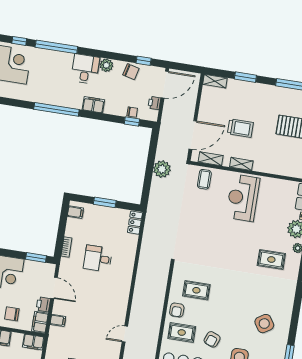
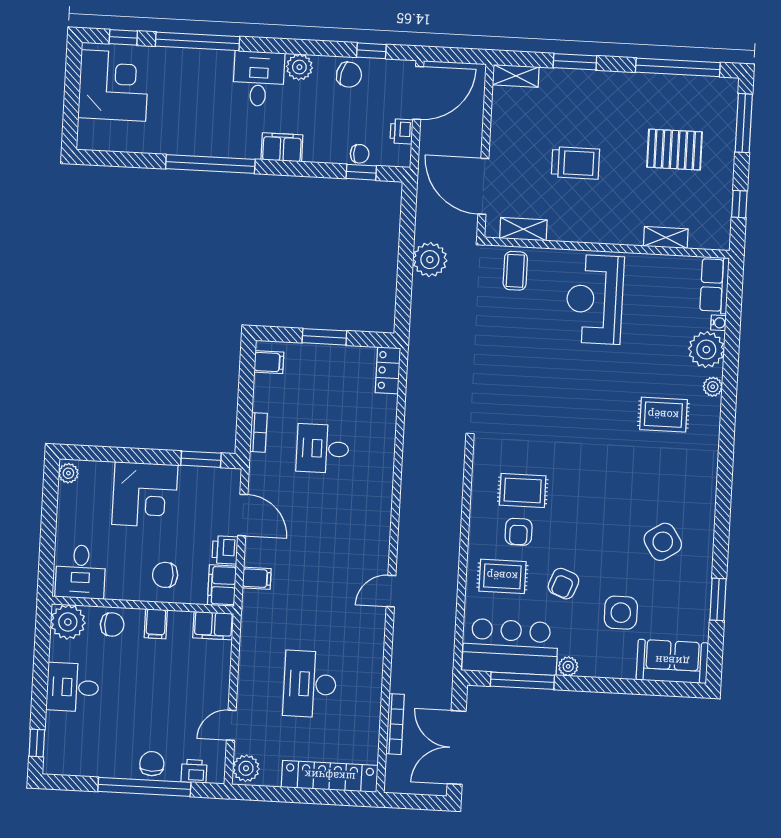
door: (193, 135) -> (483, 186), swing flipped
shelving: (241, 164) -> (666, 237), moved
armchair: (177, 310) -> (519, 532), moved

